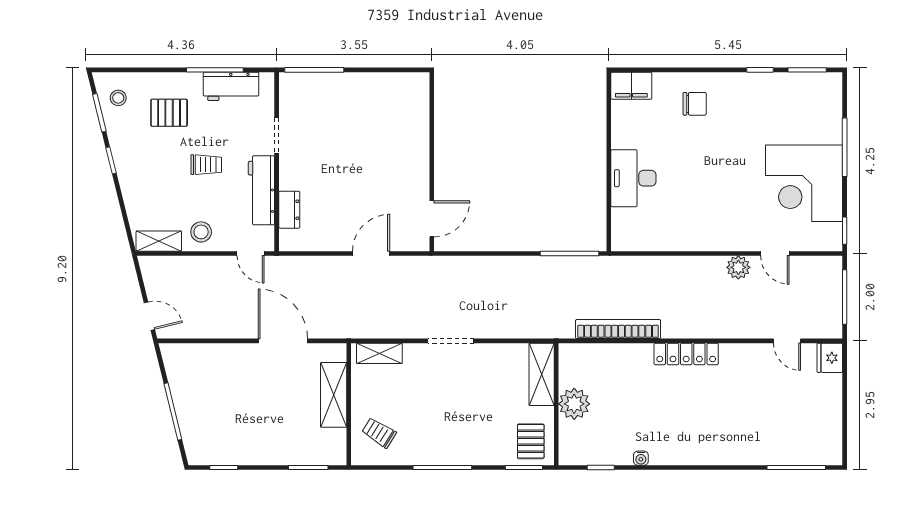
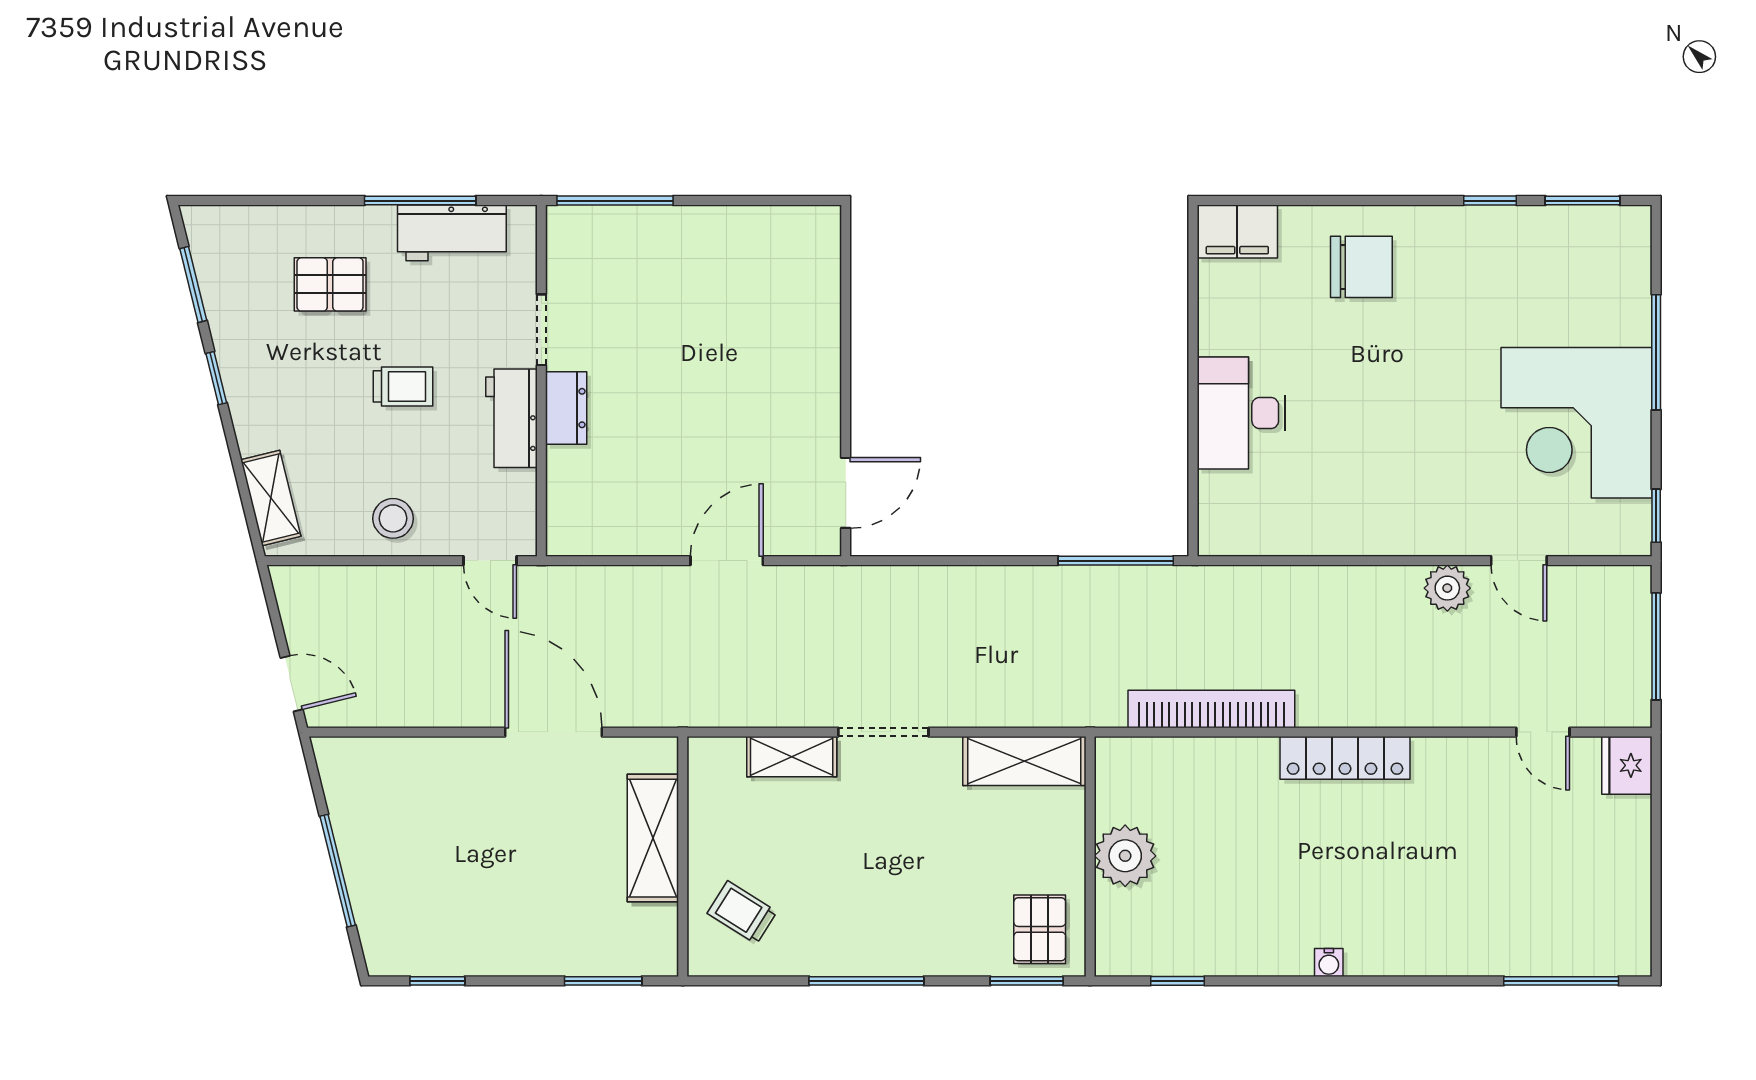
stool: (118, 98) -> (230, 255), removed
chair: (695, 104) -> (1361, 267), width x1.37, depth x1.37
workbench: (261, 190) -> (511, 418), width x0.73
dresser: (289, 210) -> (566, 408), moved
shelving: (159, 241) -> (271, 498), moved, turned 76
shelving: (379, 353) -> (792, 757), moved
shelving: (542, 374) -> (1024, 761), moved, turned 90
water cooler: (641, 458) -> (1329, 962), moved

